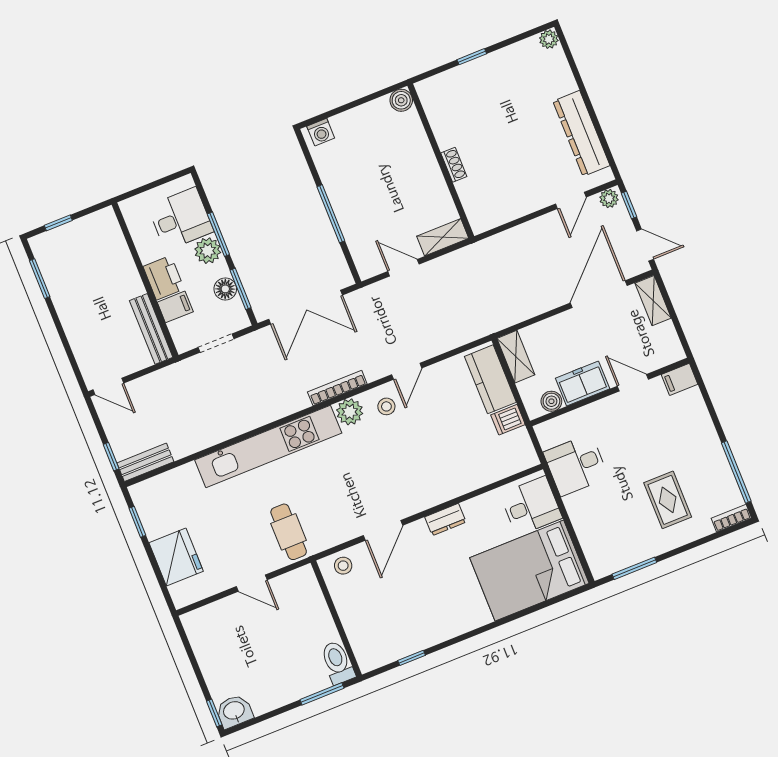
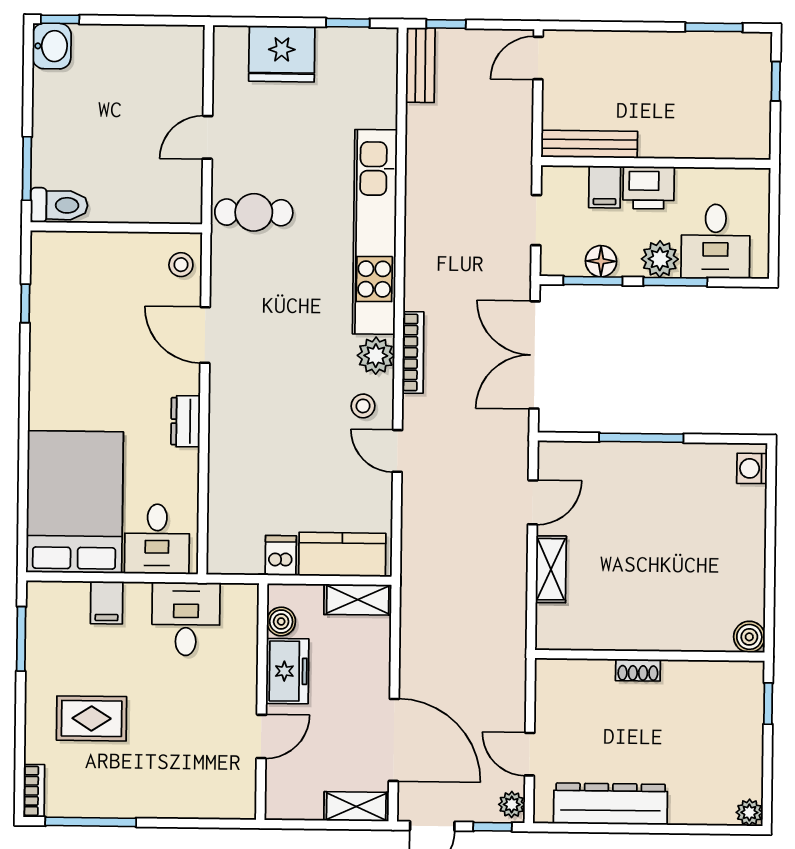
boiler: (401, 100) -> (749, 637), moved
wall: (441, 161) -> (650, 655), moved
shoe rack: (454, 165) -> (638, 670), moved
filing cabinet: (680, 379) -> (107, 603), moved, turned 180

